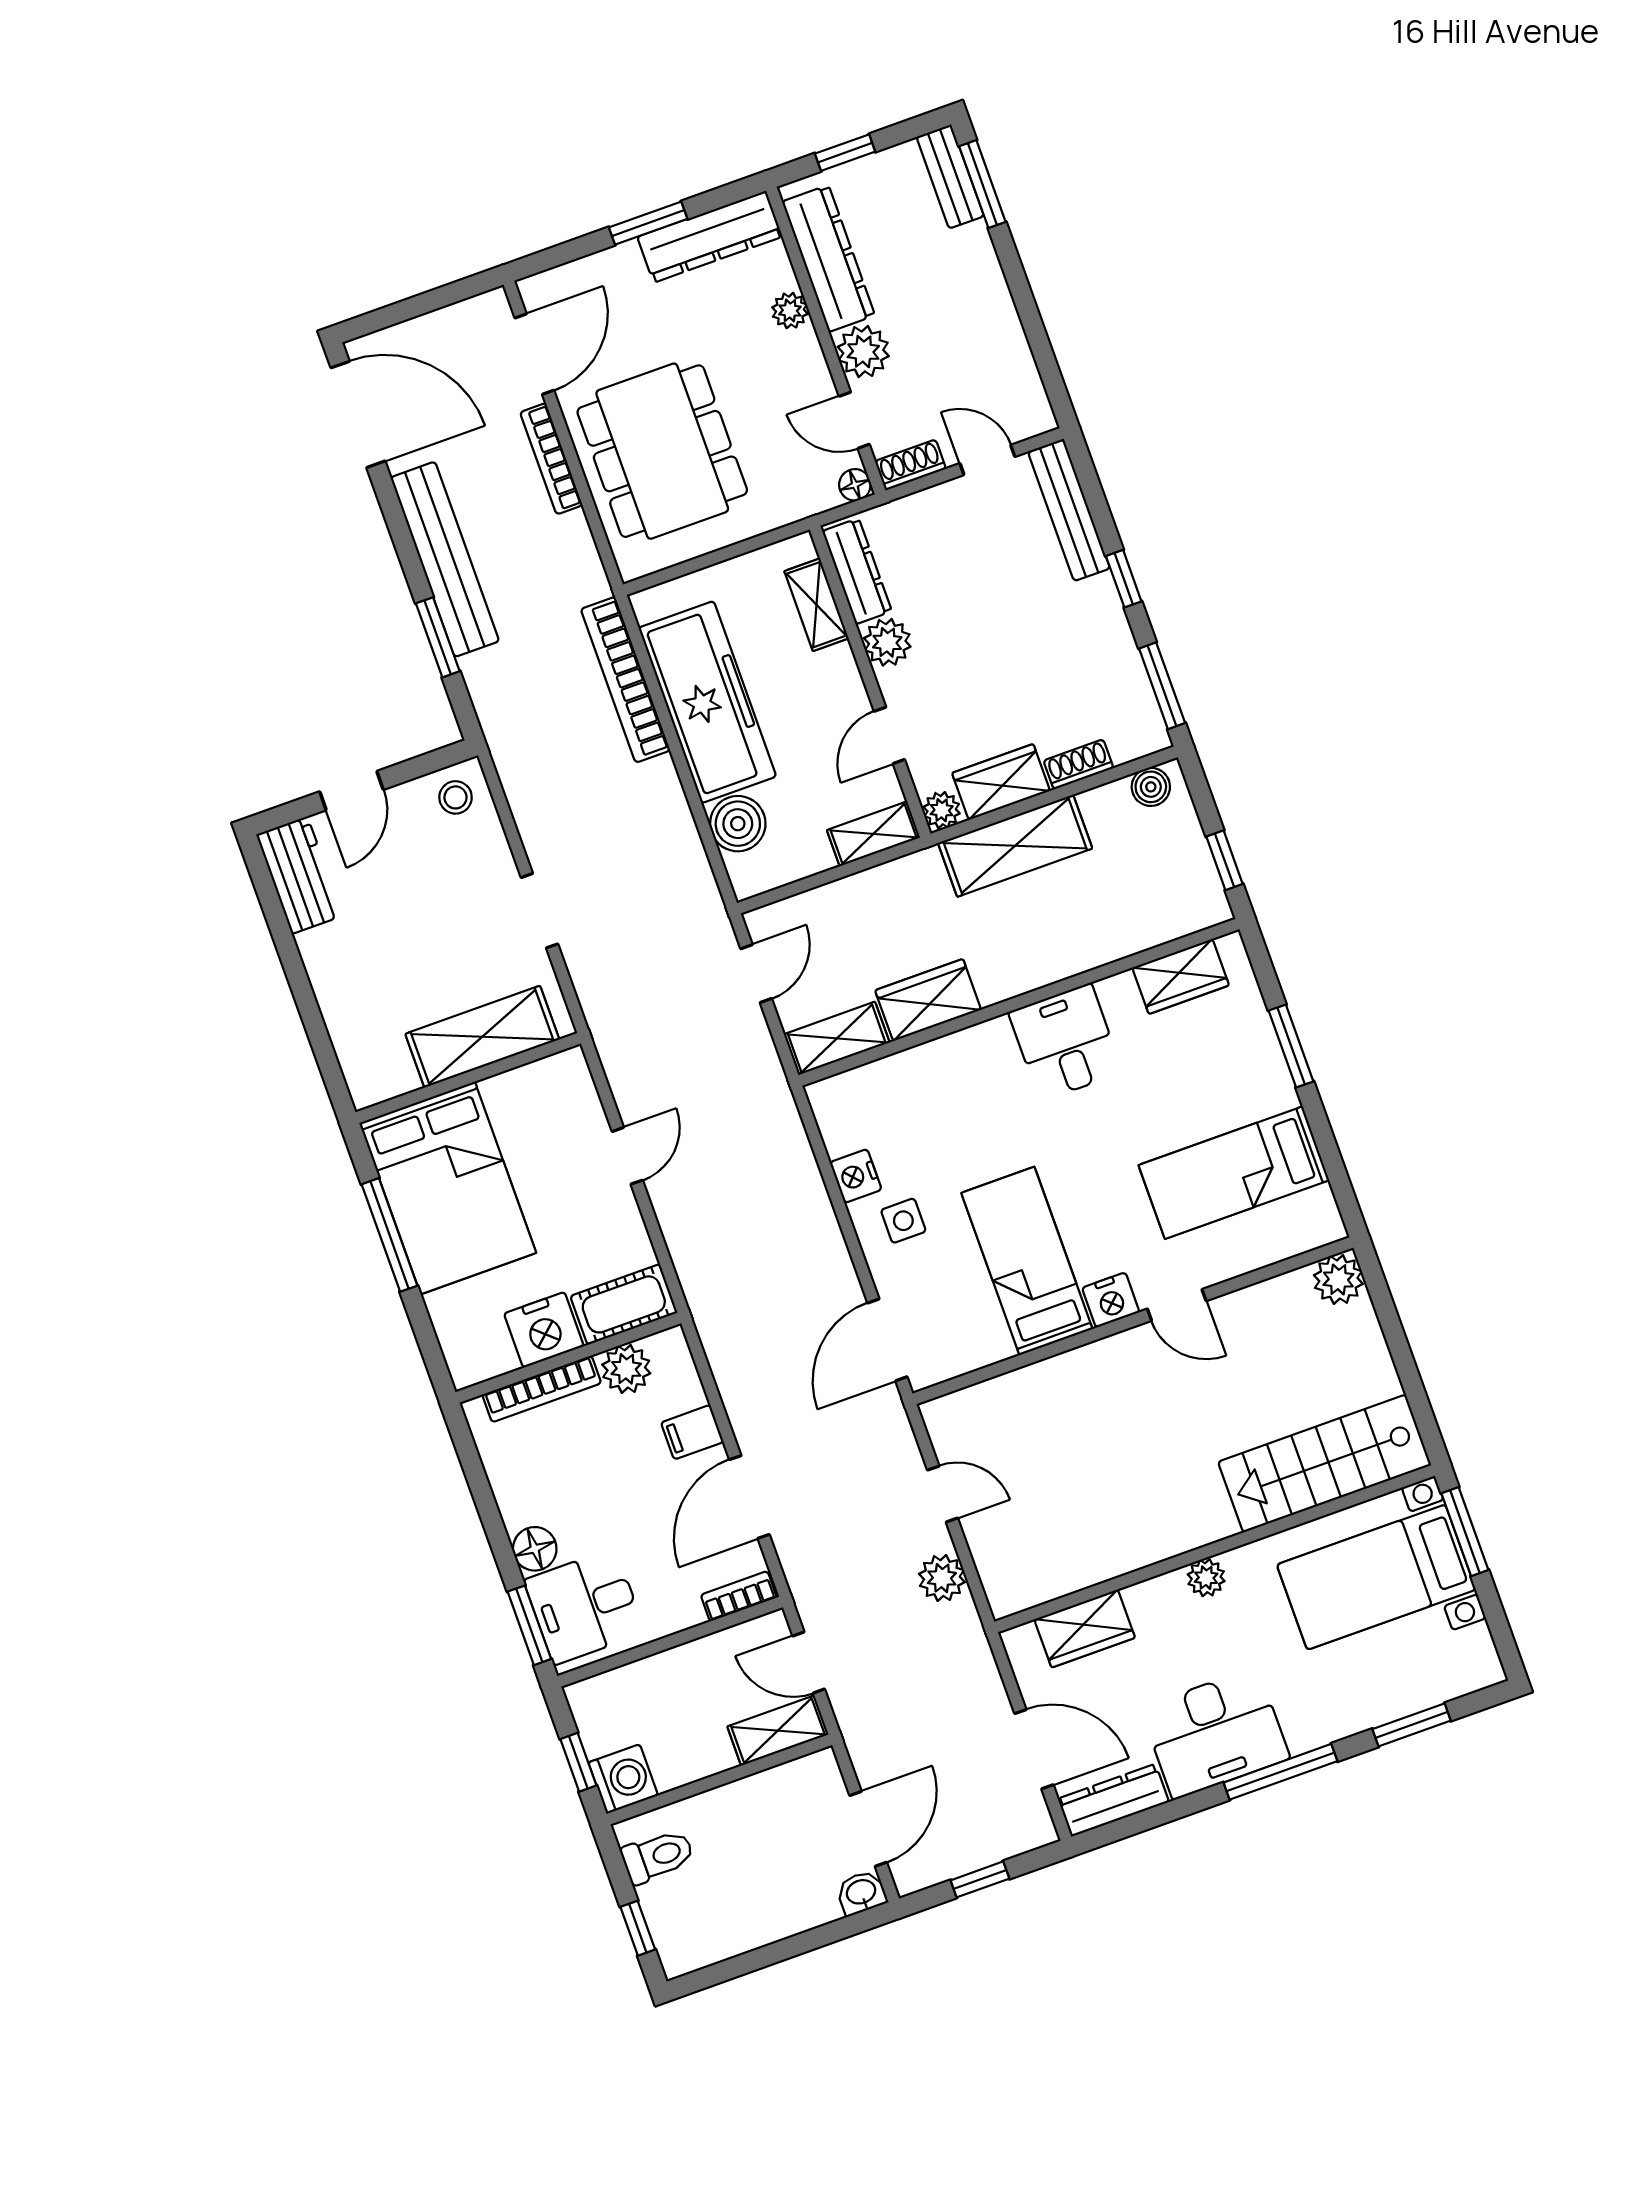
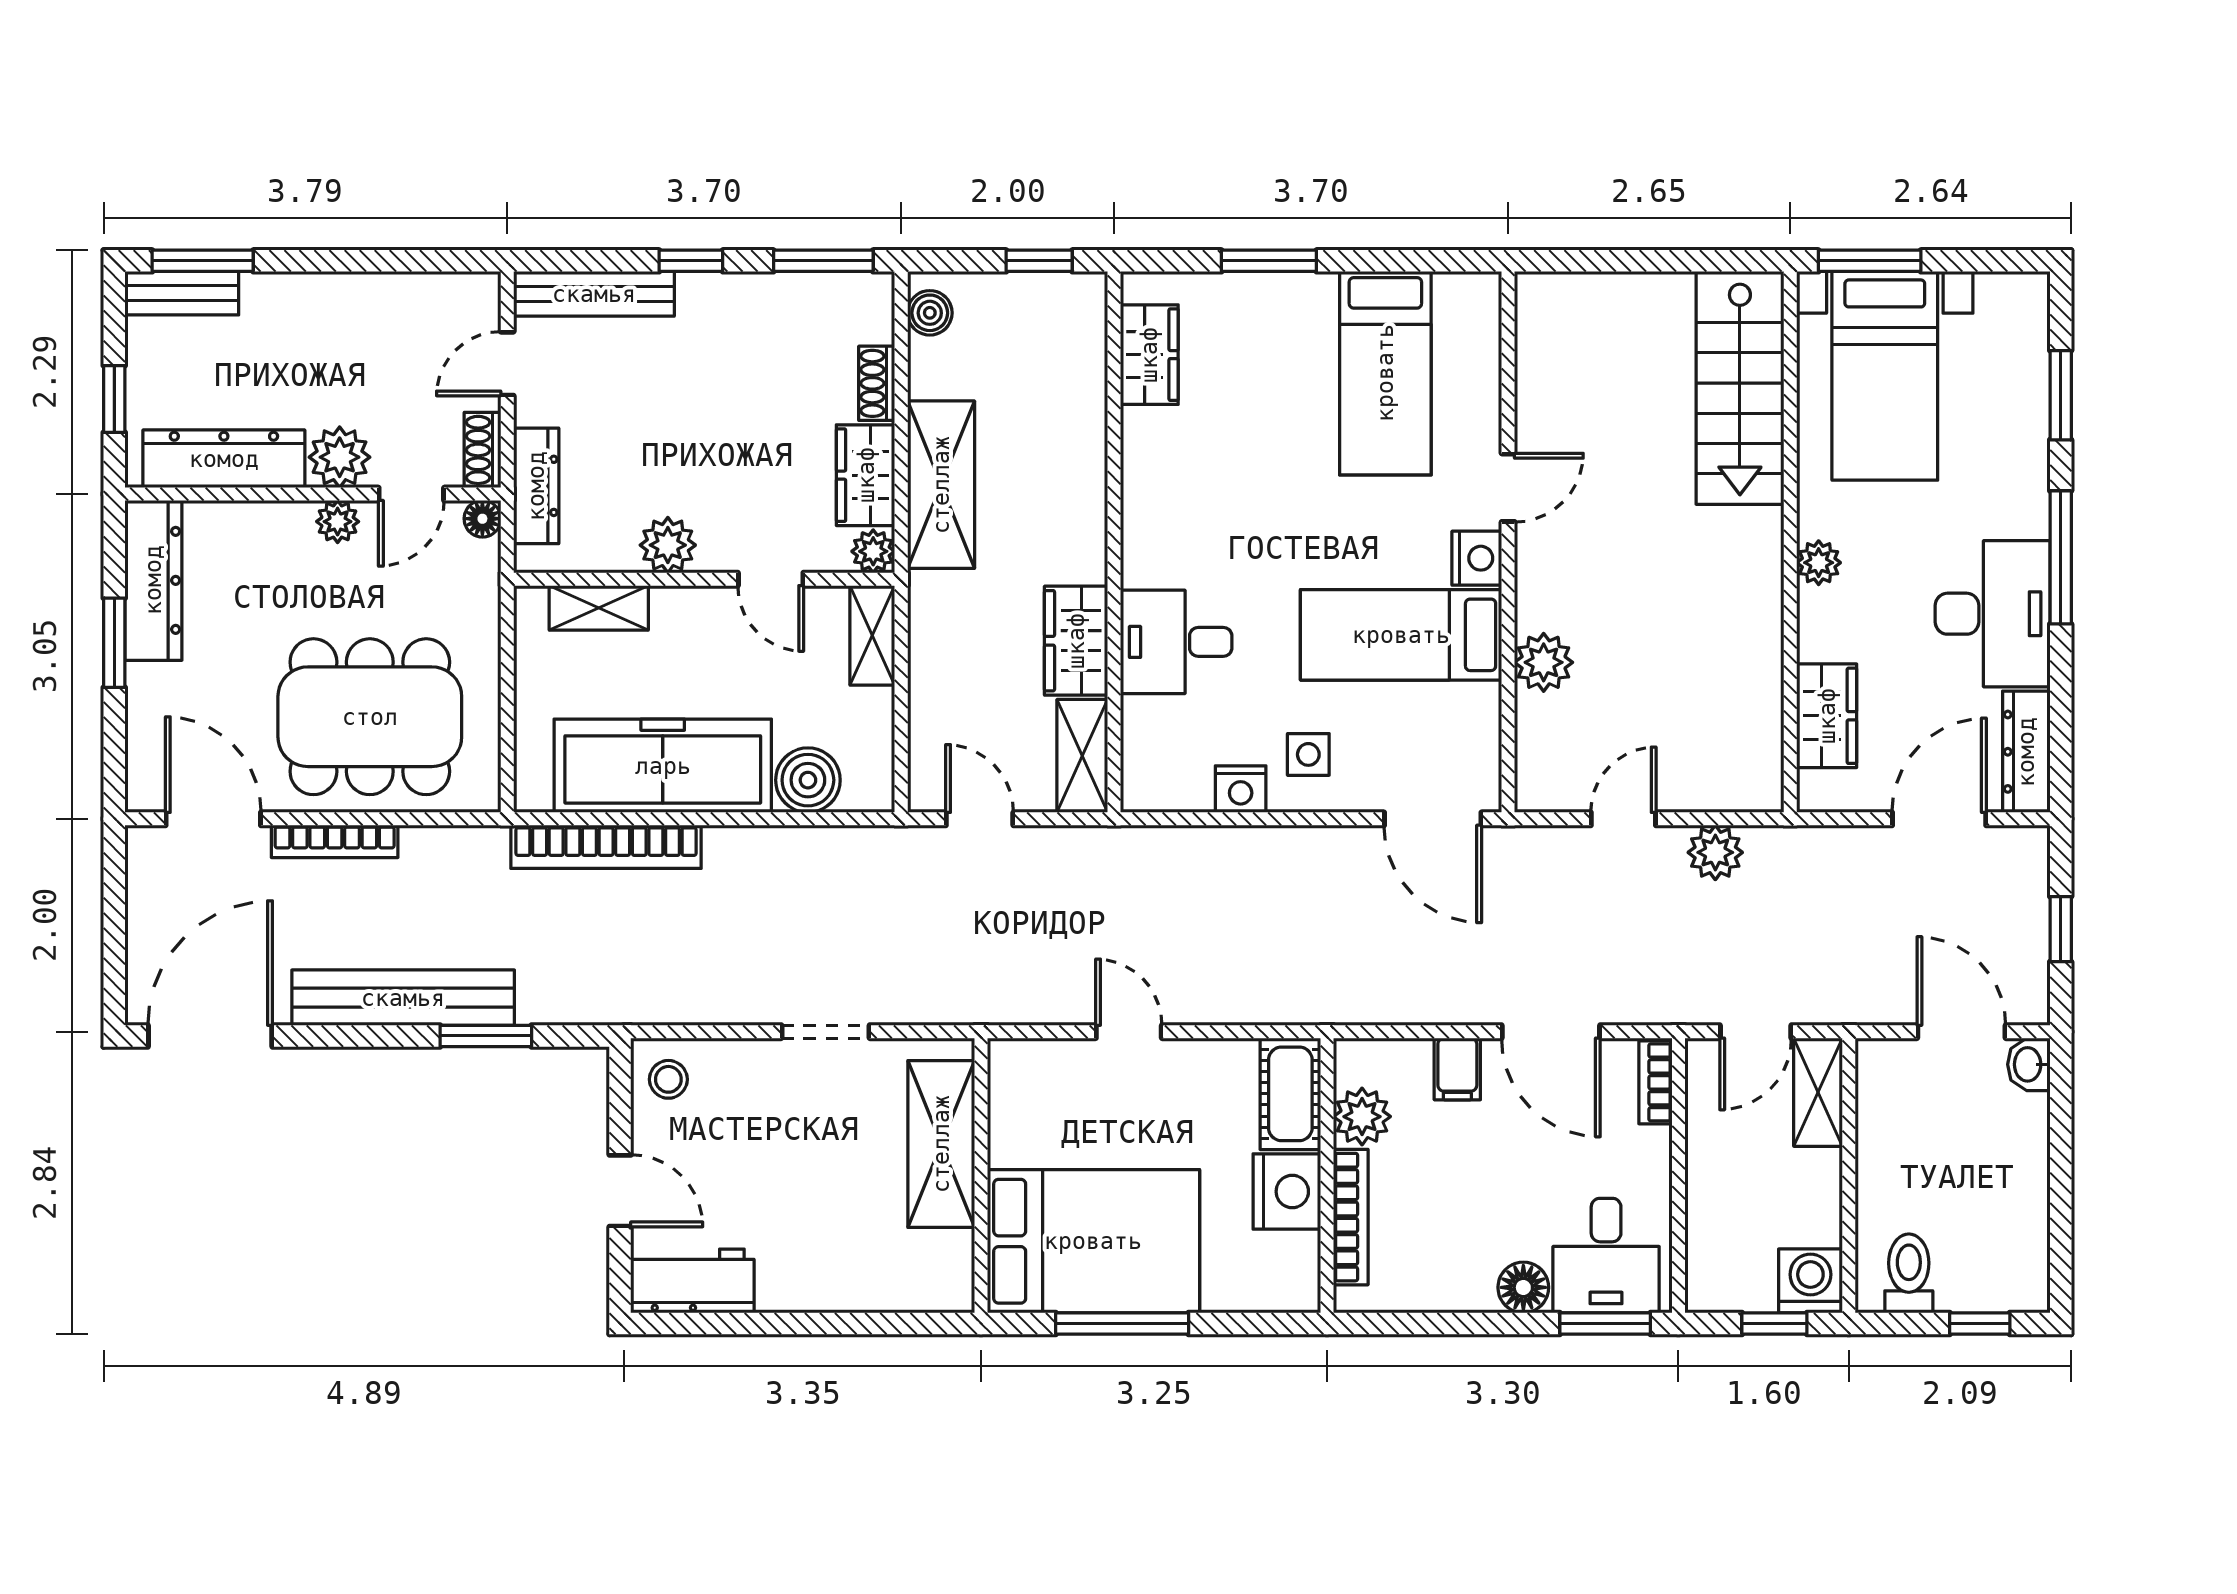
plant: (790, 311) -> (338, 522), moved
dresser: (857, 571) -> (536, 486), moved, turned 90
desk: (1066, 1042) -> (1176, 642), moved
plant: (1338, 1279) -> (1544, 662), moved

